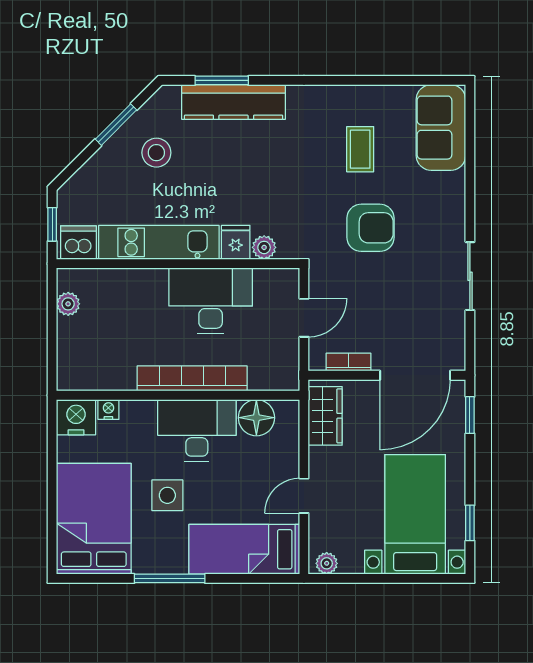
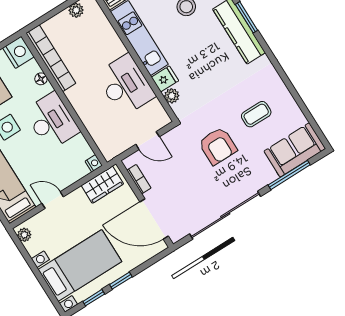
window: (470, 156) -> (289, 175), added
sliding door: (470, 276) -> (225, 215), width x1.86
bookcase: (192, 378) -> (51, 58), moved
nightstand: (108, 409) -> (94, 163), moved
window: (470, 415) -> (121, 281), moved
floor lamp: (256, 418) -> (41, 79), moved, width x0.53, depth x0.53

